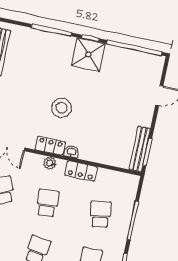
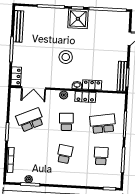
locker: (50, 146) -> (92, 85), moved
school desk: (100, 214) -> (103, 124), width x1.85

